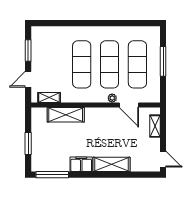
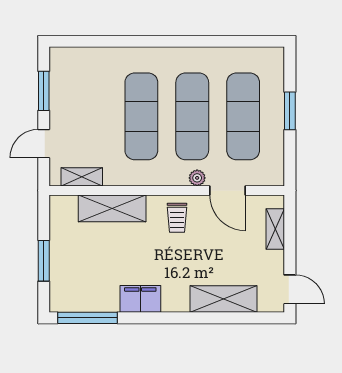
window: (163, 61) -> (290, 111), width x0.69
trolley: (101, 120) -> (177, 218), added
shelving: (111, 164) -> (223, 299), moved

